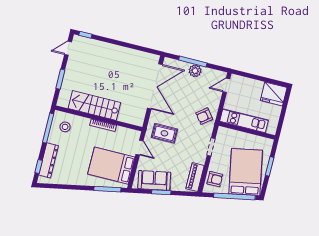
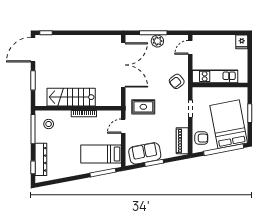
door: (68, 48) -> (33, 50), width x1.88
fridge: (274, 94) -> (242, 42), width x0.53, depth x0.75
door: (140, 148) -> (123, 126), swing flipped
bed: (111, 166) -> (101, 154), width x0.67

